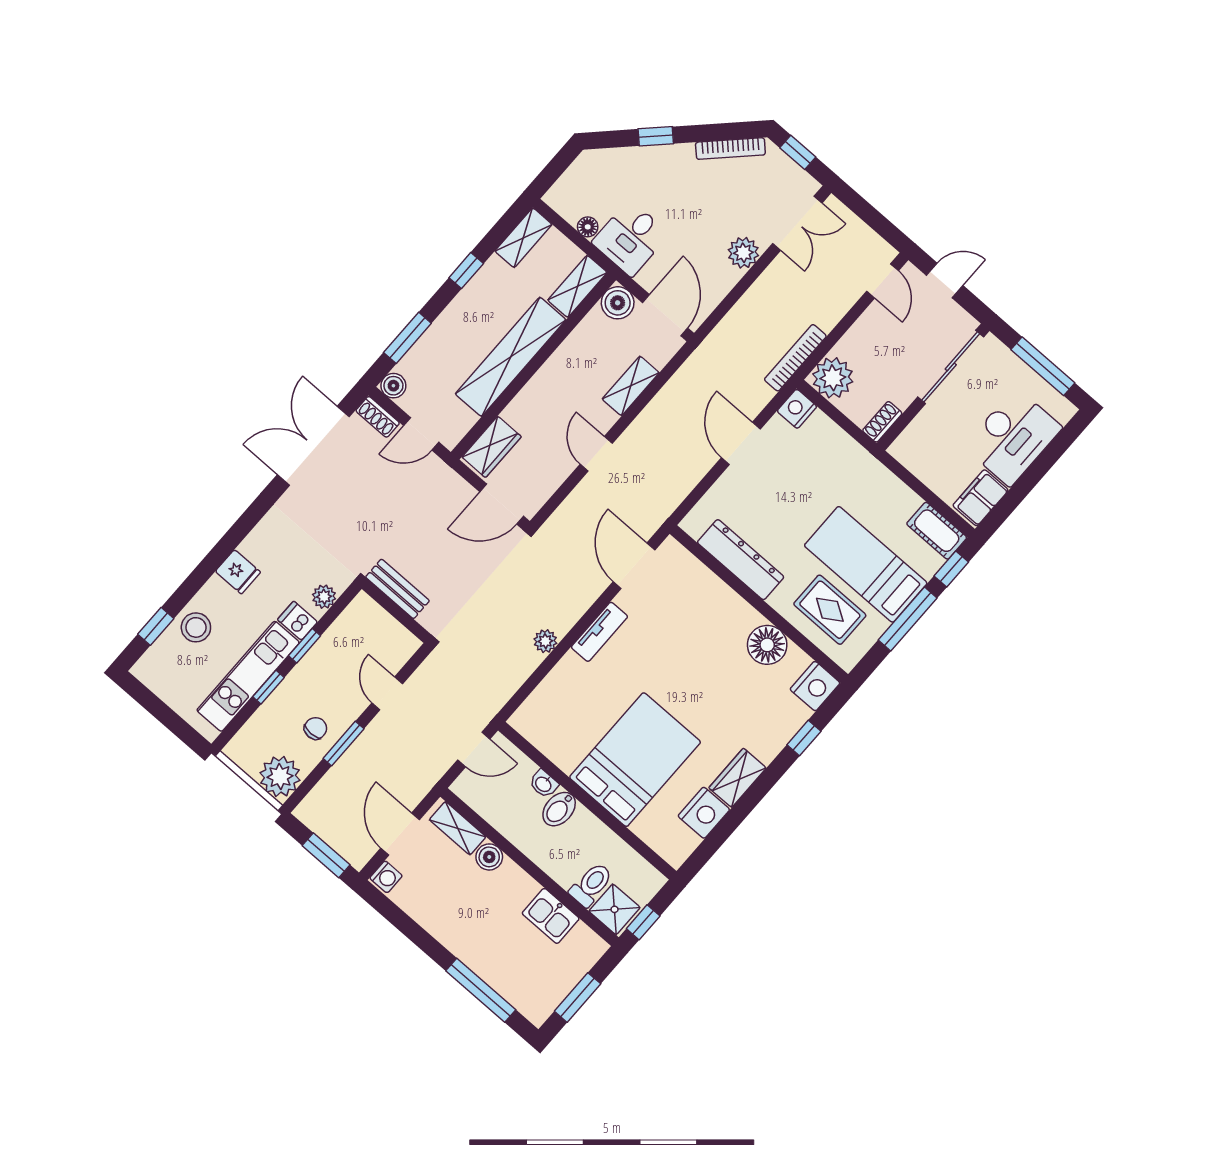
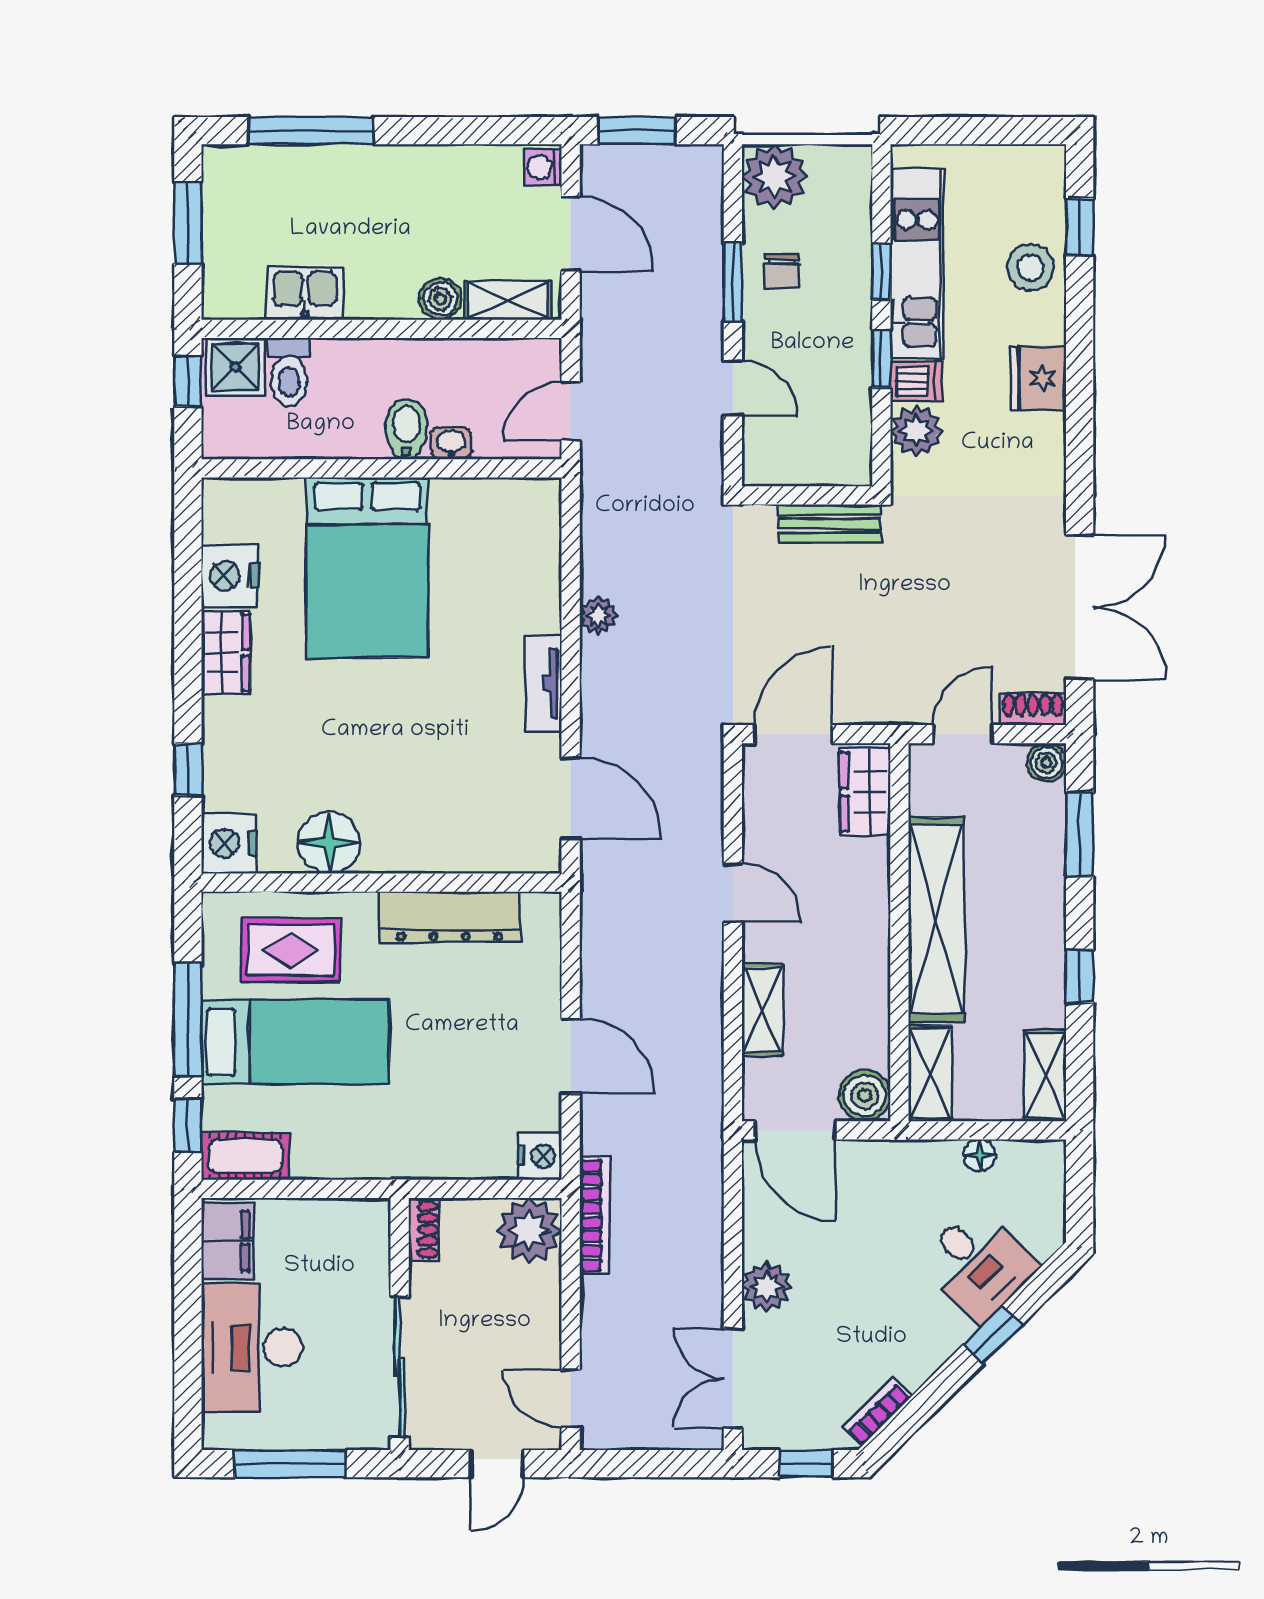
bookcase: (730, 149) -> (877, 1412), width x0.64
desk: (631, 238) -> (978, 1264), moved, turned 135
fridge: (238, 572) -> (1038, 378), width x1.38
plant: (324, 597) -> (916, 431), width x1.38, depth x1.38

